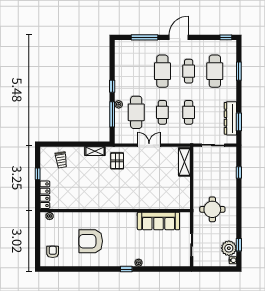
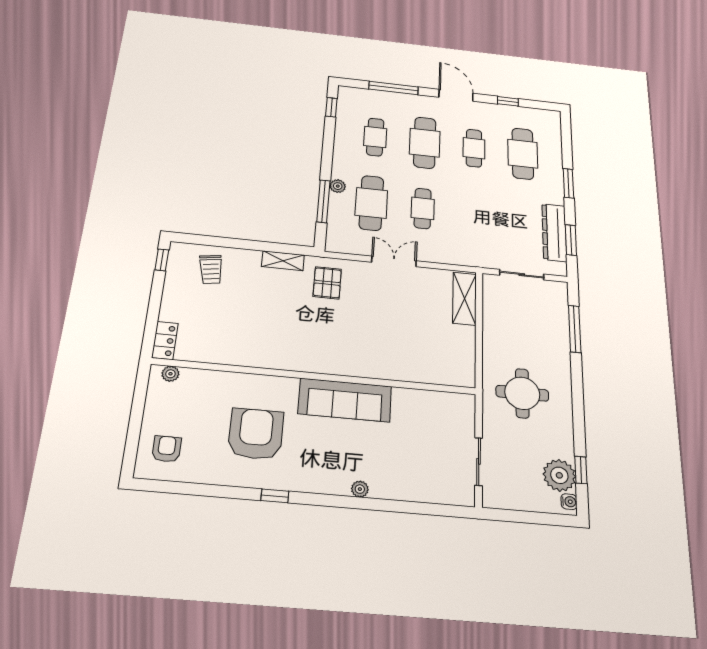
door: (179, 37) -> (456, 95), hinge flipped
window: (226, 37) -> (508, 101), moved
window: (239, 71) -> (568, 183), moved
window: (112, 86) -> (331, 107), moved
cafe table: (189, 112) -> (375, 137), moved
window: (239, 173) -> (575, 329), width x2.17
window: (38, 174) -> (162, 260), moved
locker: (45, 195) -> (165, 340), width x0.66
sofa: (158, 221) -> (345, 400), moved
armchair: (91, 241) -> (256, 434), turned 90
window: (126, 269) -> (275, 496), moved

